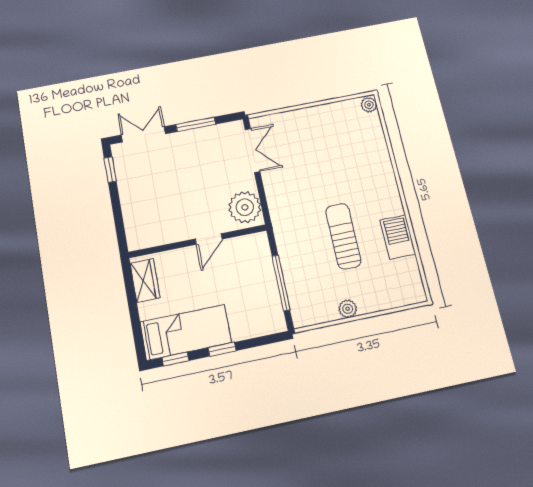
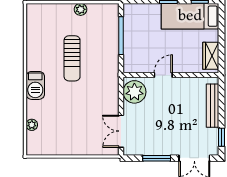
plant: (369, 105) -> (32, 125), moved
bench: (130, 210) -> (213, 106), added
barbecue: (398, 237) -> (35, 85), moved

